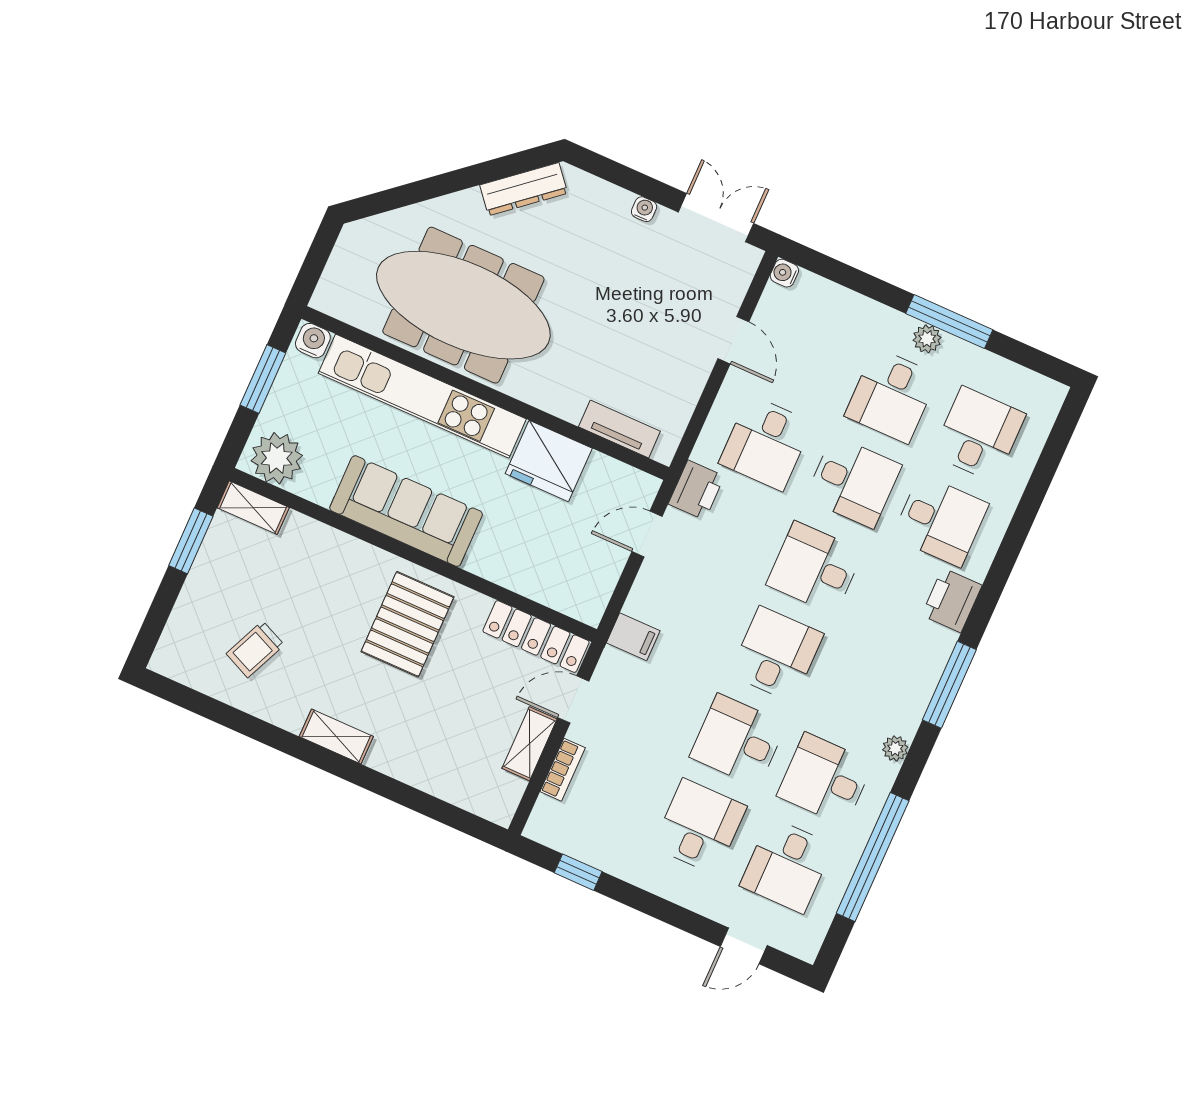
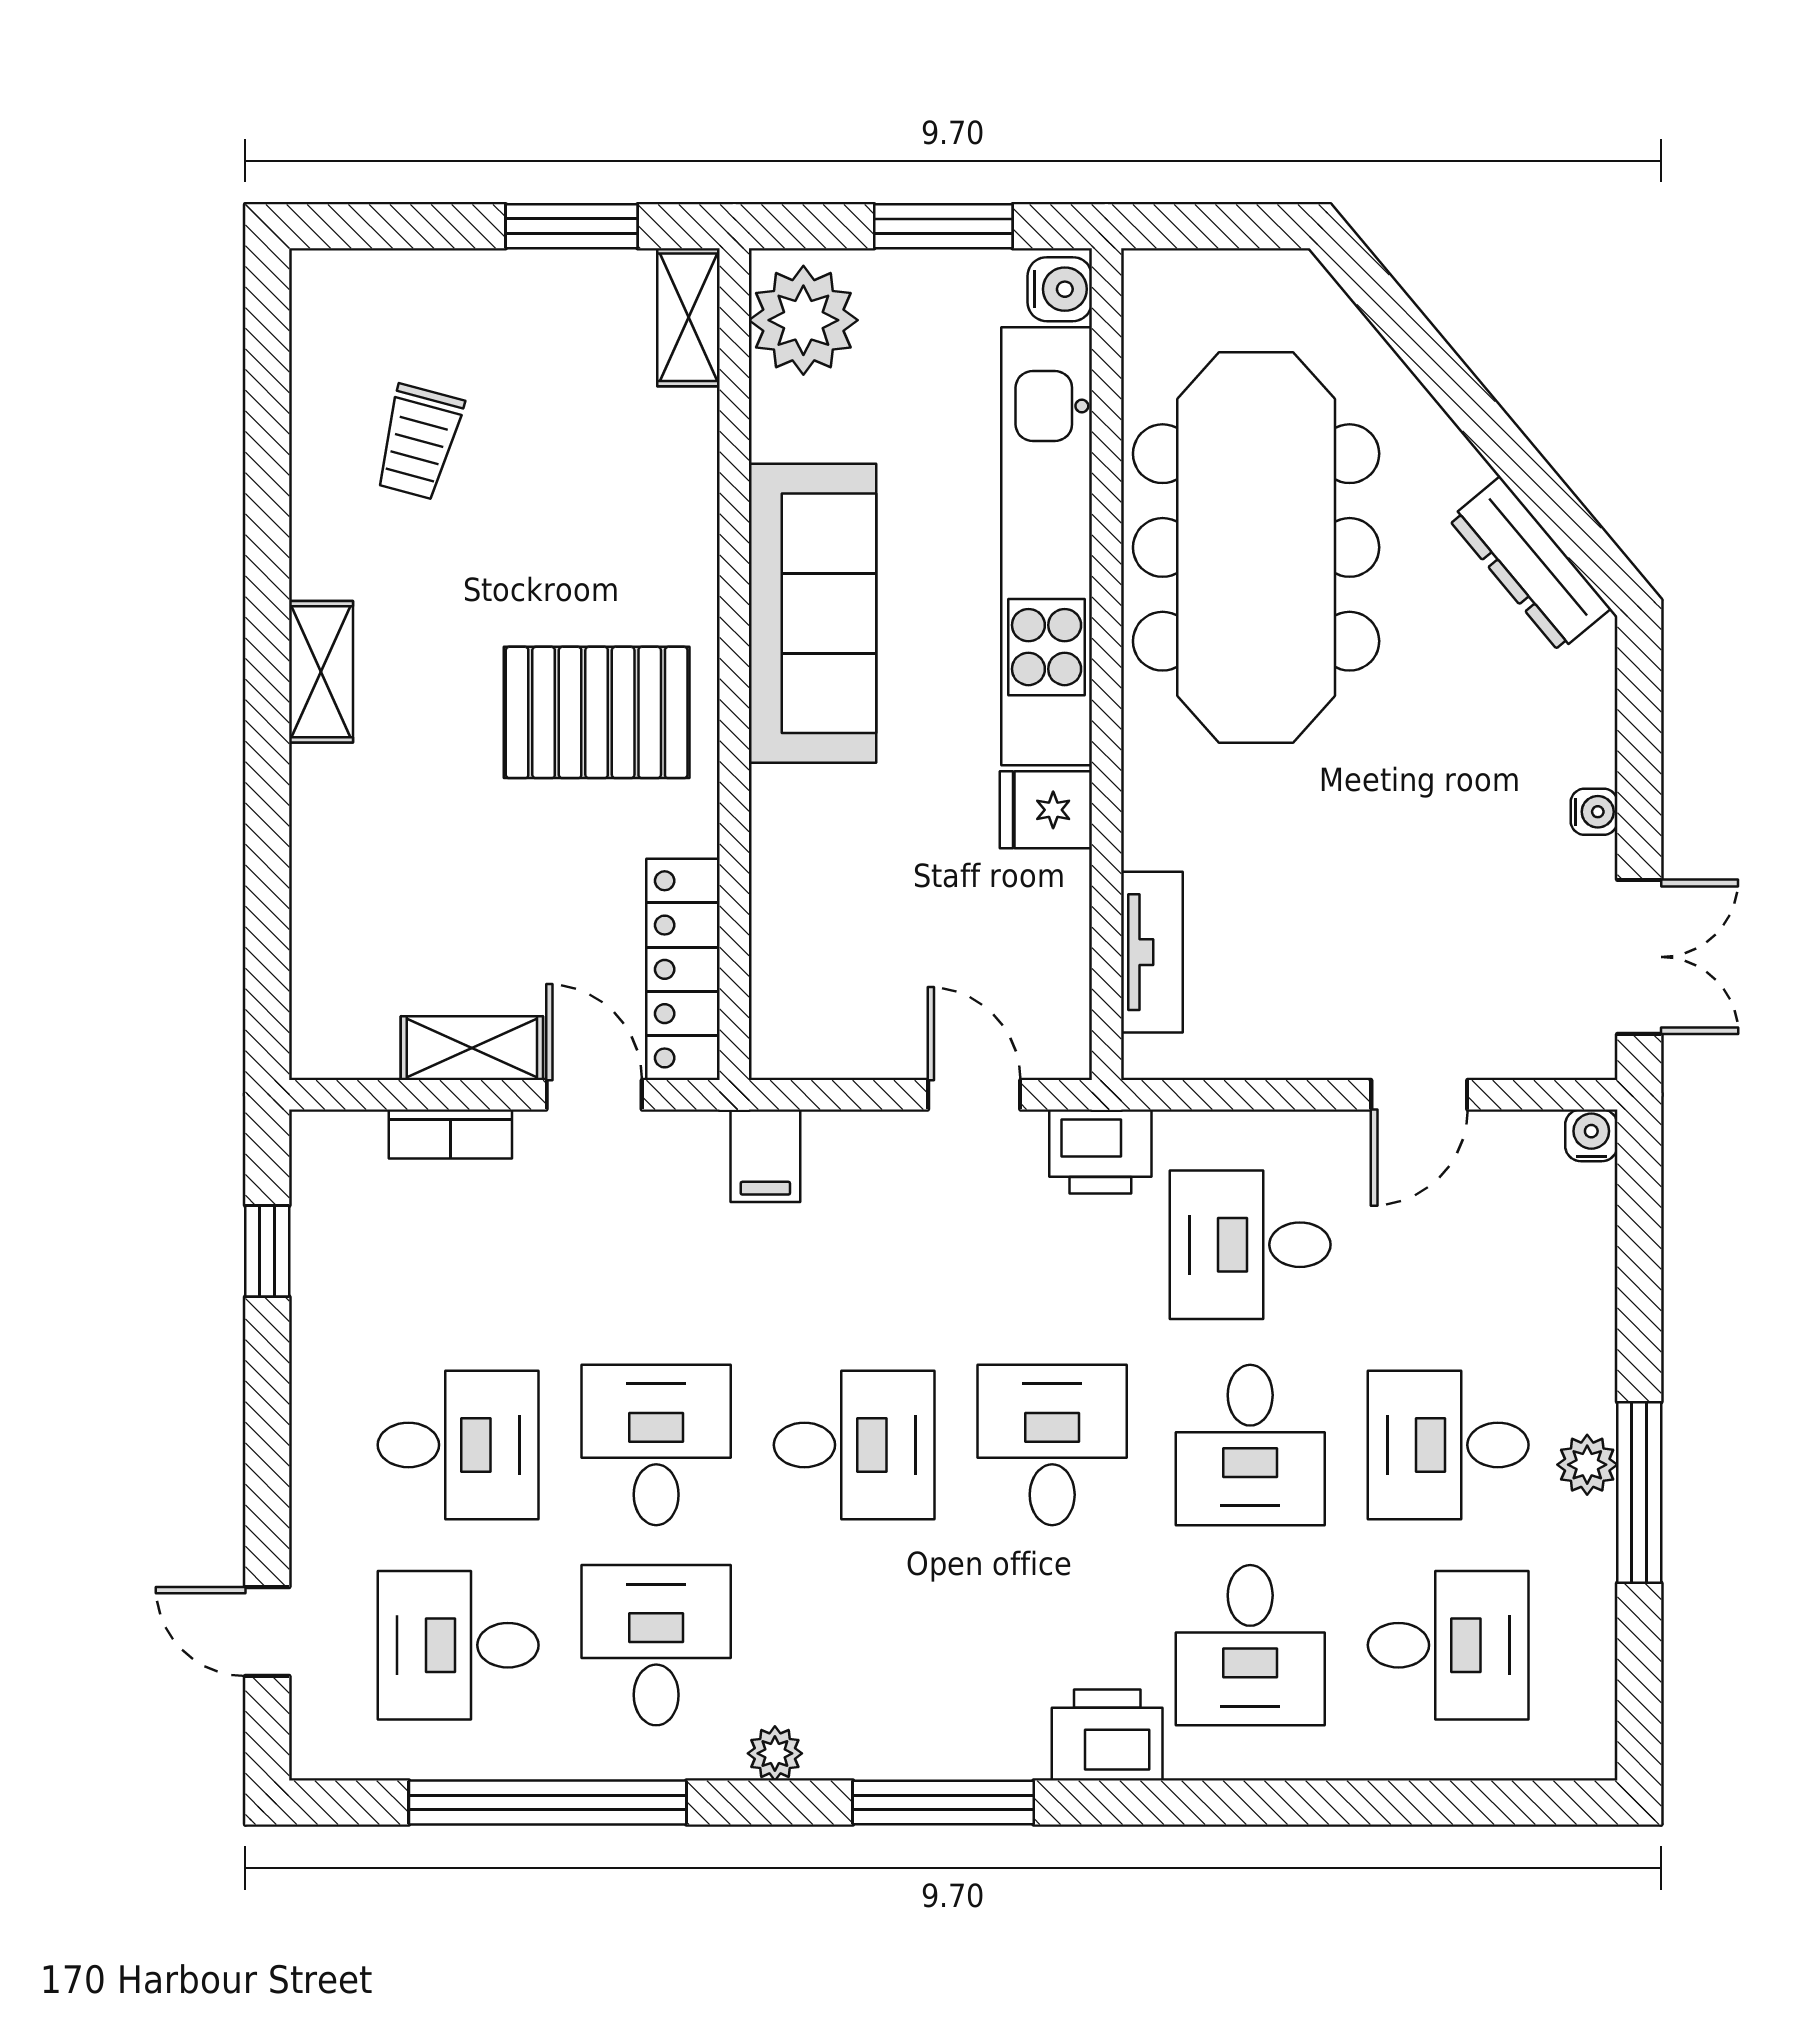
fridge: (549, 461) -> (1046, 810), width x0.53, depth x0.75
trolley: (255, 649) -> (419, 442), turned -99

